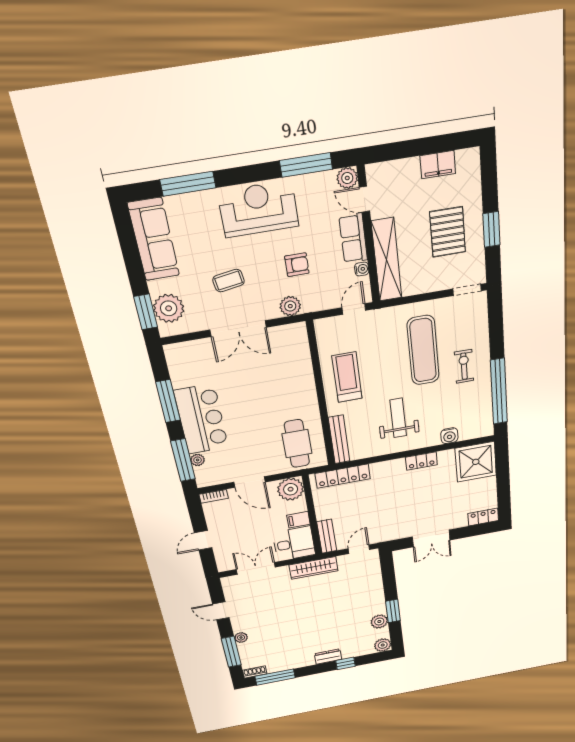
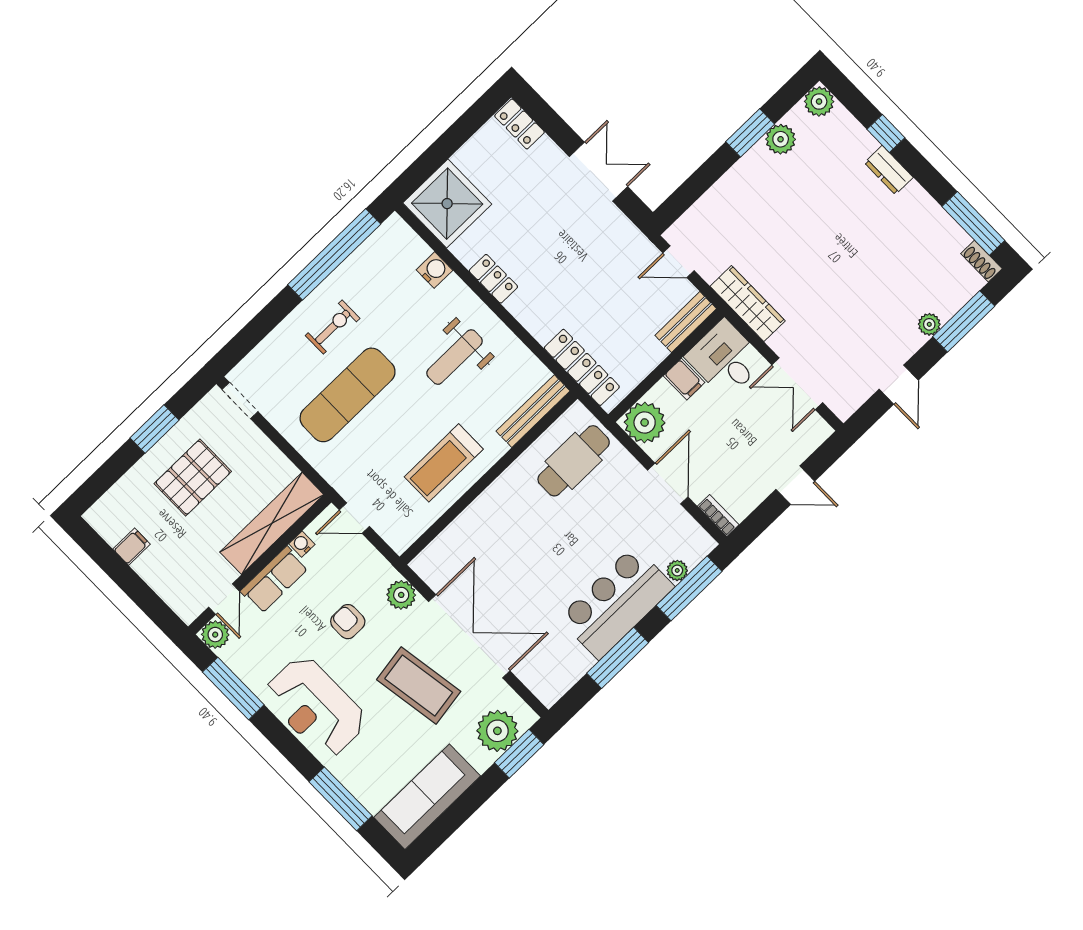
filing cabinet: (438, 165) -> (132, 547), width x0.50
coffee table: (229, 281) -> (419, 685), width x1.86, depth x1.72
double door: (238, 329) -> (469, 636), width x1.36
exercise bike: (464, 366) -> (333, 327), turned 180

